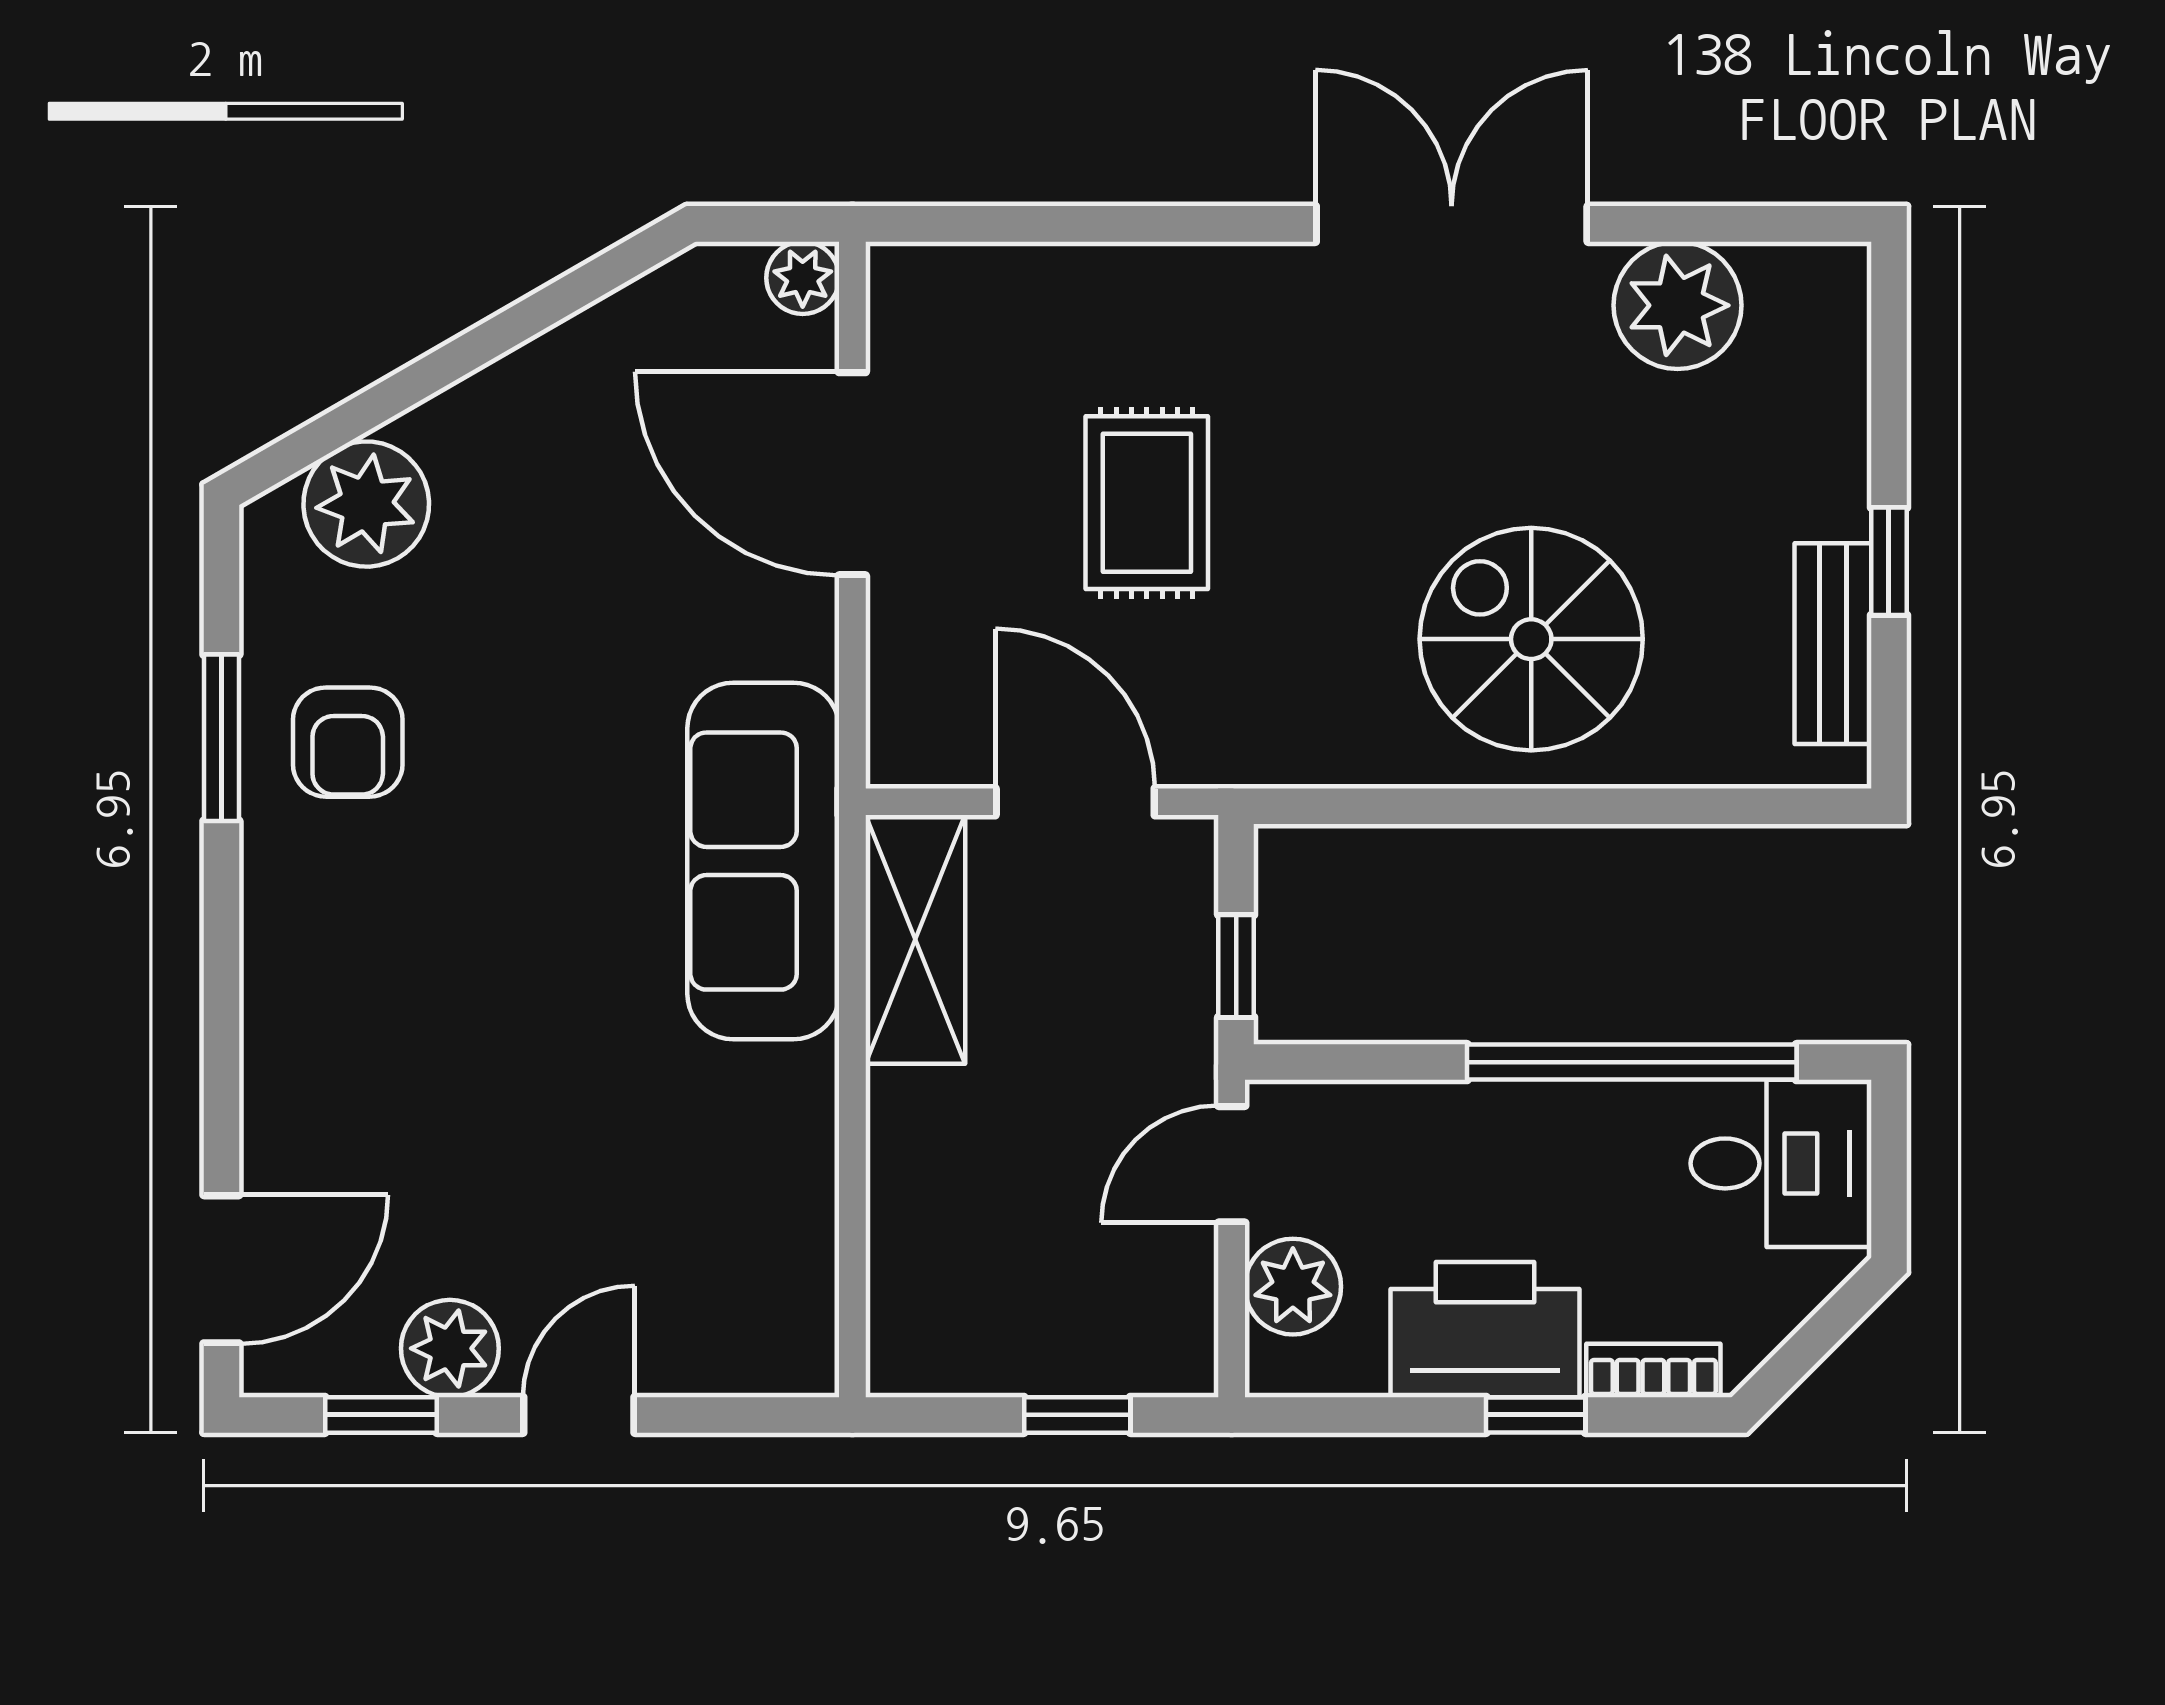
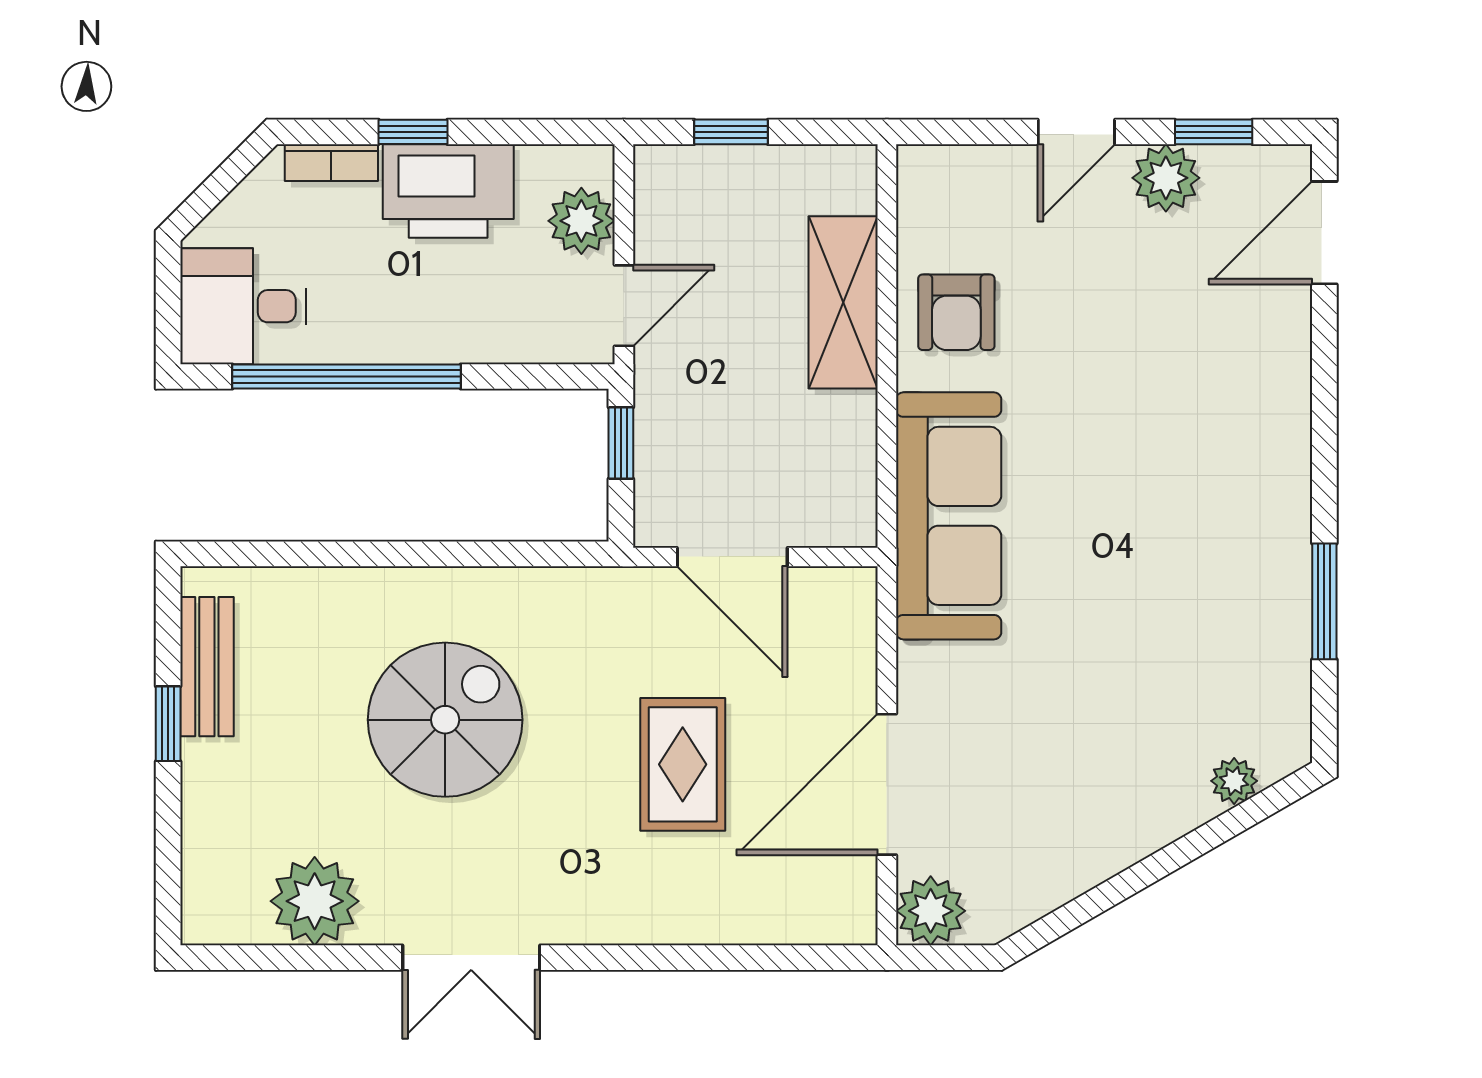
double door: (1452, 224) -> (471, 958), width x0.73
plant: (803, 278) -> (931, 911), width x1.38, depth x1.38
door: (852, 474) -> (887, 784), swing flipped
plant: (366, 504) -> (1234, 781), width x0.53, depth x0.53
spiral stairs: (1531, 639) -> (445, 720), moved, turned -90
armchair: (348, 742) -> (956, 312), moved, turned 180
shelving: (915, 939) -> (843, 302), moved

